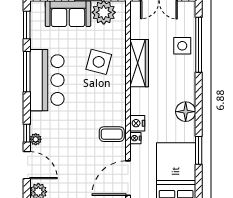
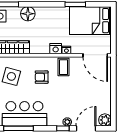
armchair: (98, 104) -> (42, 77), added
floor lamp: (186, 112) -> (28, 14), moved

